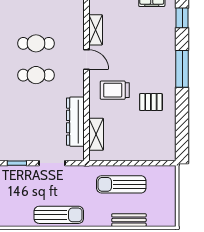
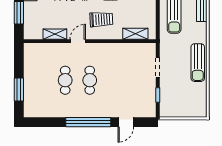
trolley: (115, 90) -> (101, 19), turned -93
dresser: (75, 122) -> (126, 50), removed
sun lounger: (59, 215) -> (198, 63), turned 180

